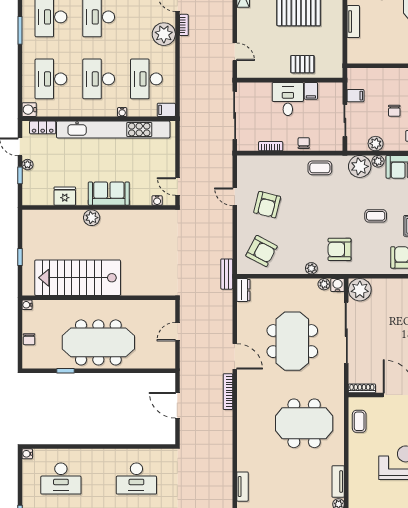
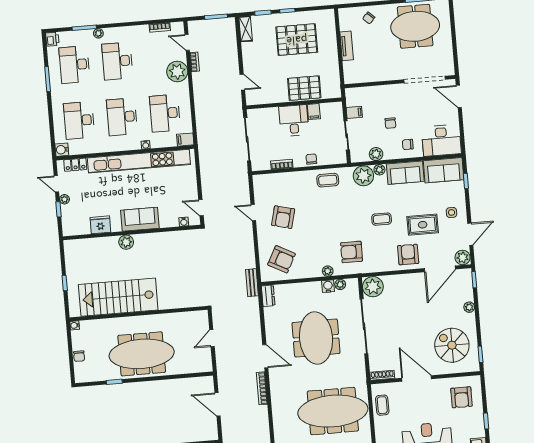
pallet: (302, 64) -> (304, 88), width x1.50, depth x1.42
water cooler: (338, 285) -> (328, 286), moved
meeting table: (304, 423) -> (333, 411), width x1.36

